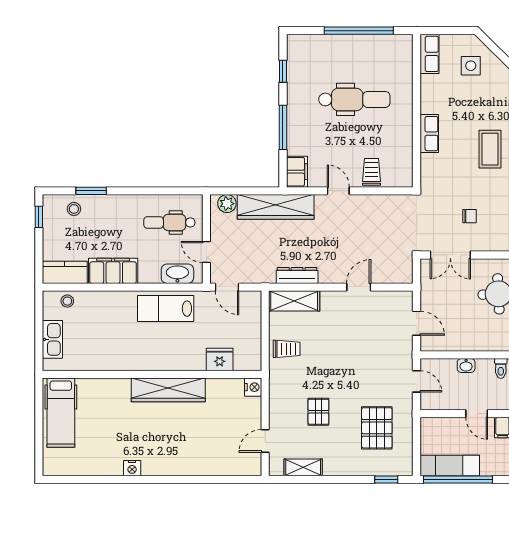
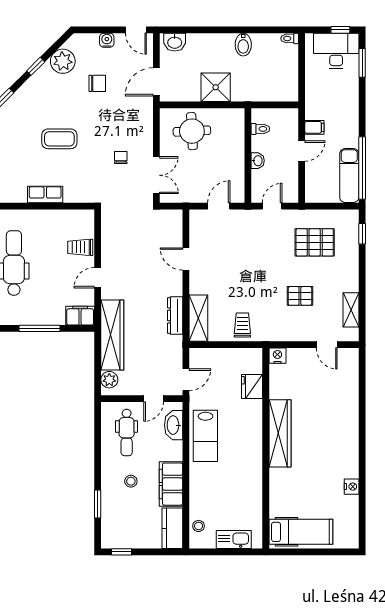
stool: (74, 209) -> (131, 481), moved
nightstand: (132, 468) -> (352, 487), moved

